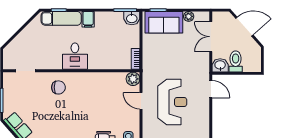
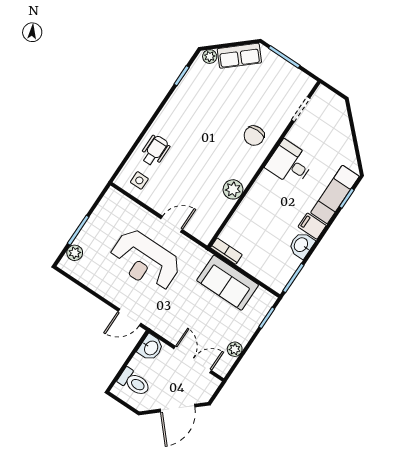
washbasin: (132, 18) -> (301, 245), moved
sofa: (164, 22) -> (228, 283), moved, turned -90
desk: (75, 56) -> (290, 163), moved
toilet: (236, 61) -> (134, 382), moved
plant: (133, 79) -> (233, 189), moved

